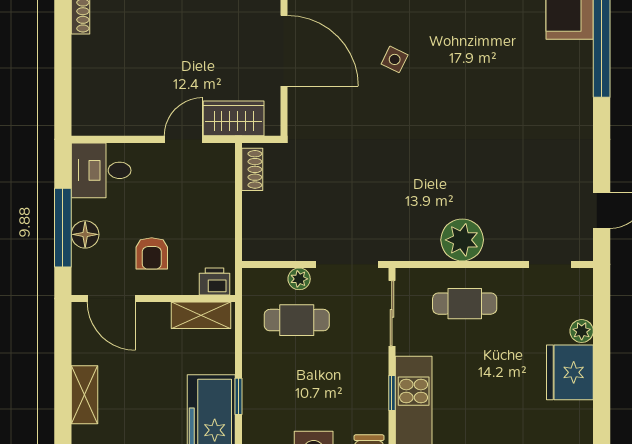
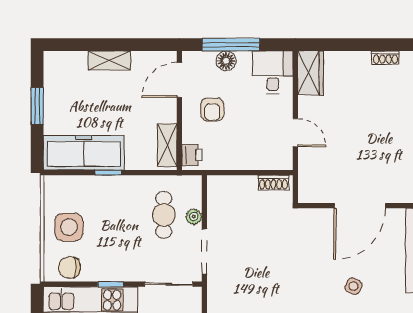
wardrobe: (234, 118) -> (311, 73), moved
armchair: (152, 253) -> (212, 109), turned -90

